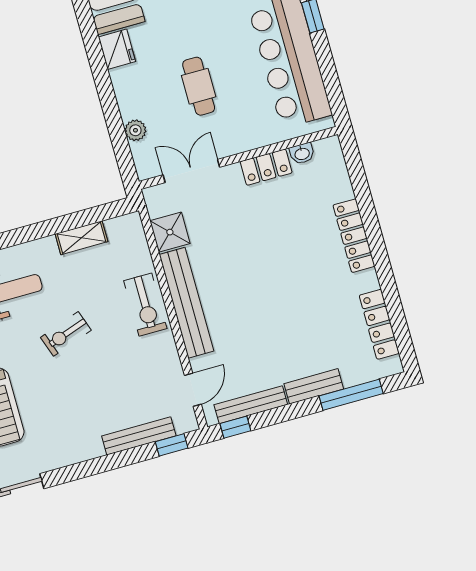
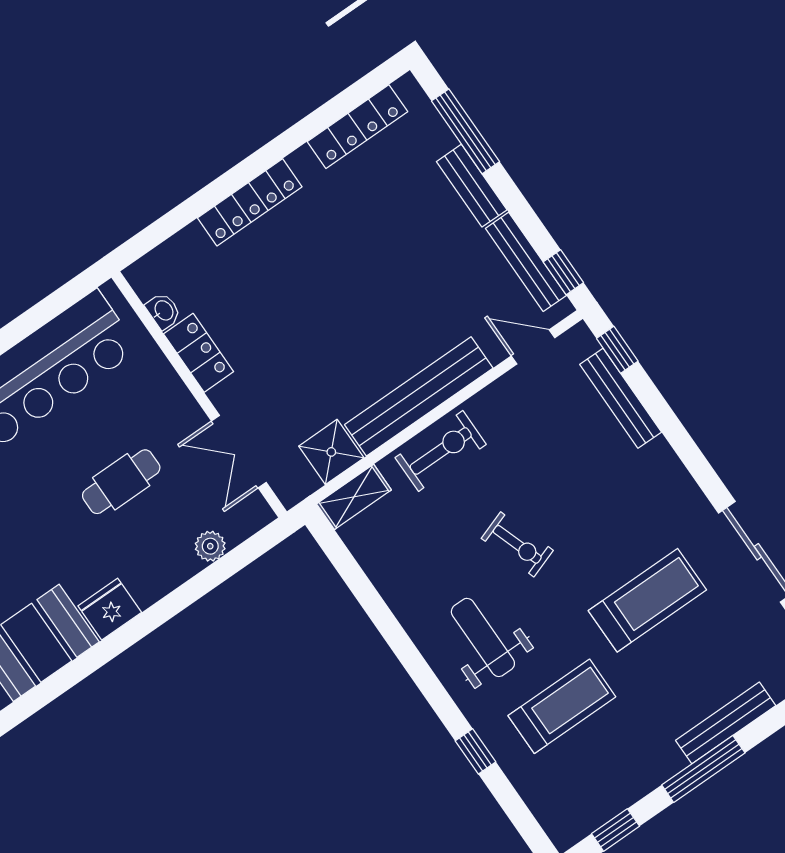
shelving: (81, 238) -> (354, 497), moved, turned 90

